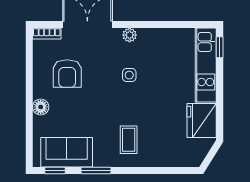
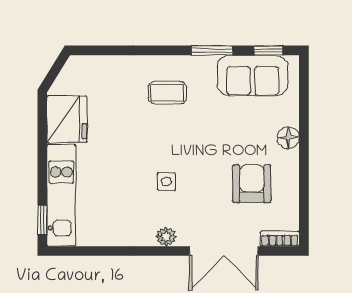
coffee table: (129, 140) -> (167, 93), turned 90

